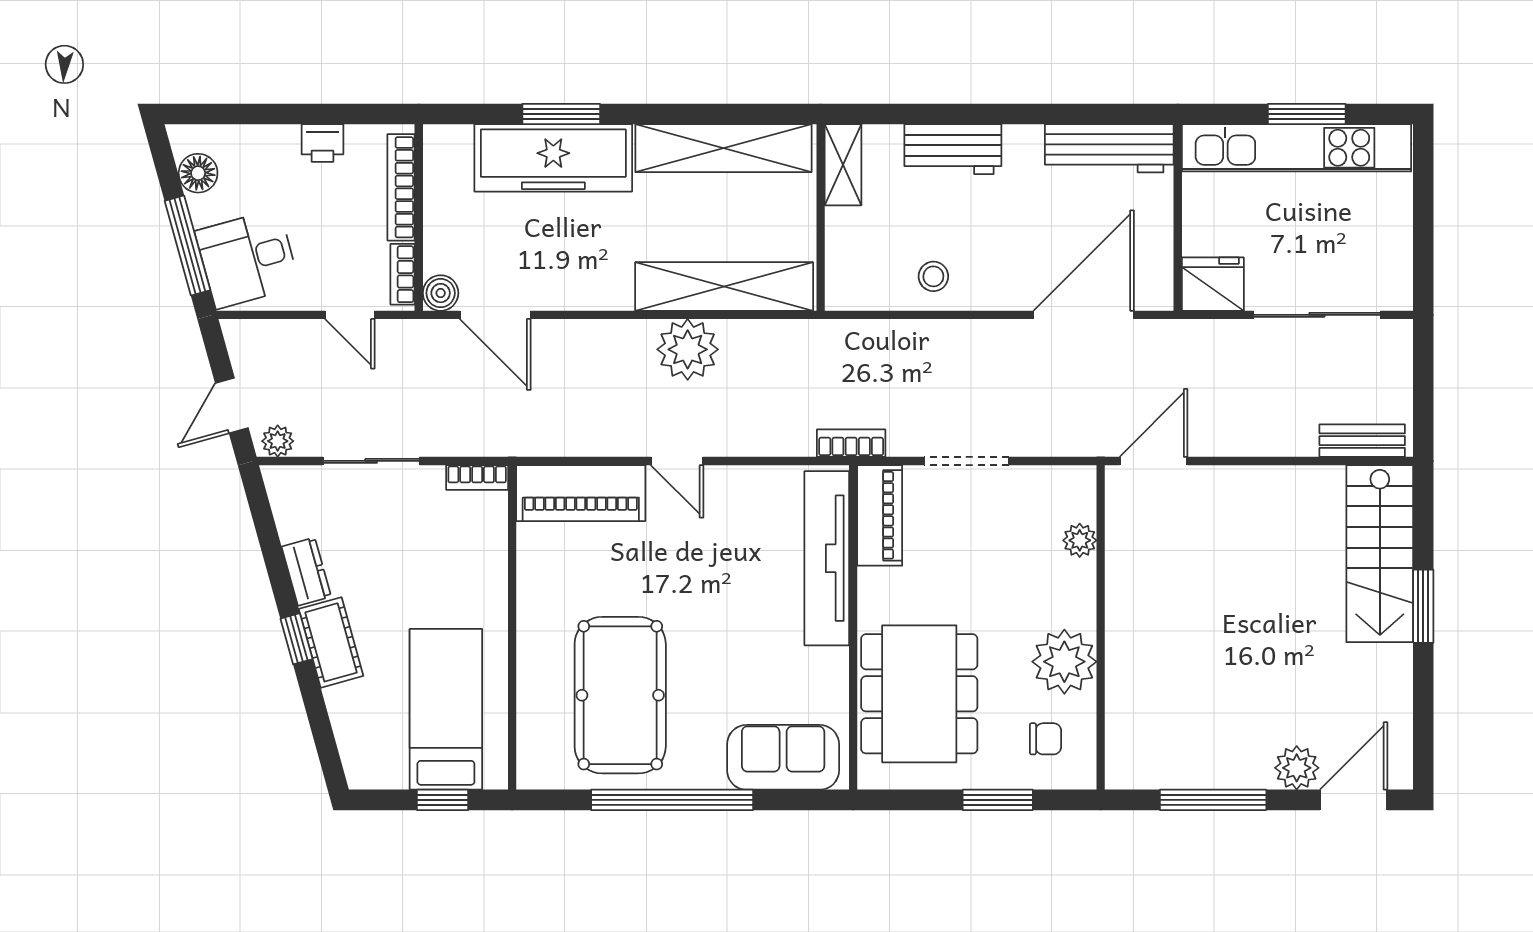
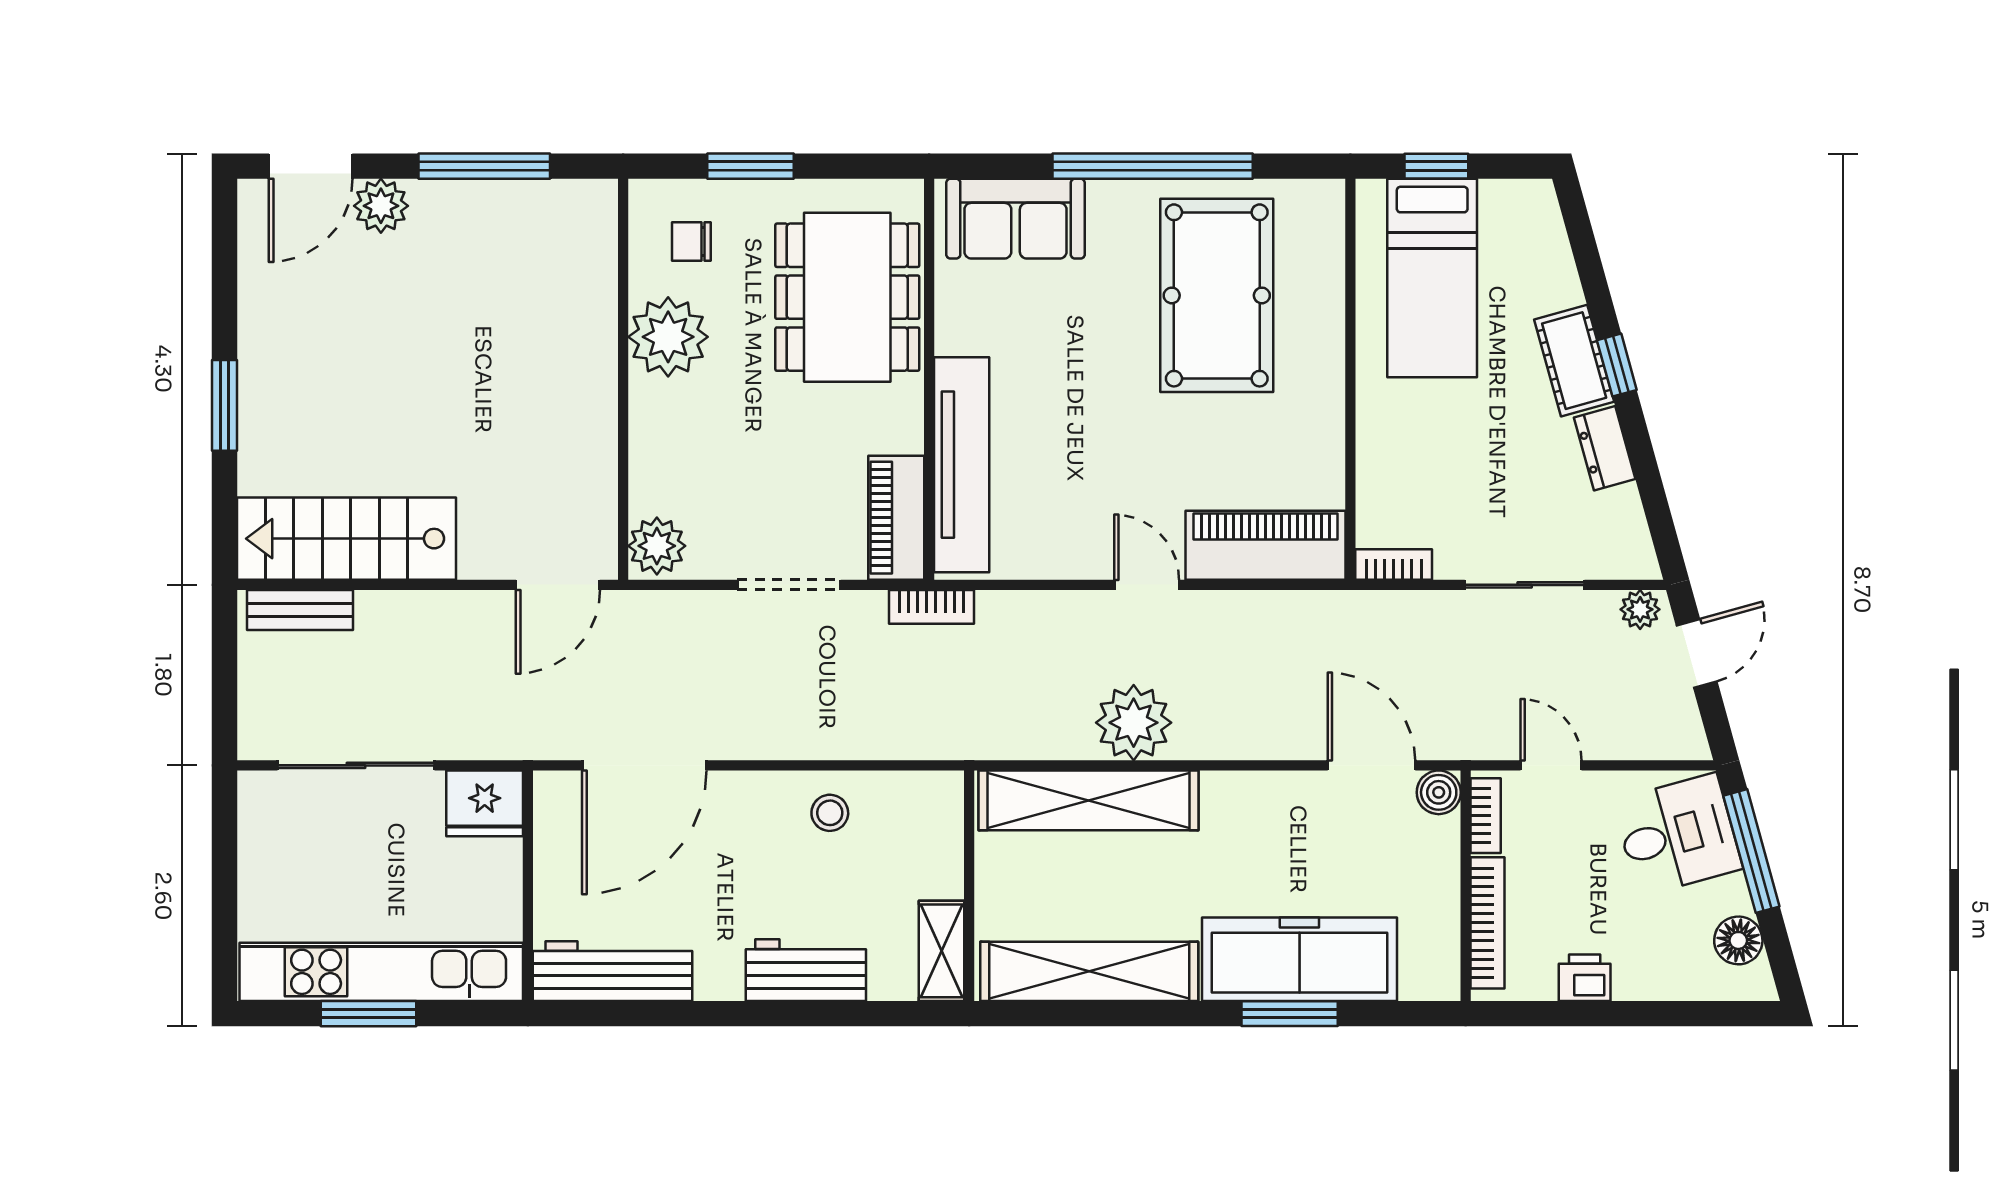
plant: (1080, 540) -> (657, 546), moved, width x1.38, depth x1.38
stairs: (1380, 554) -> (346, 539), moved, turned -90

